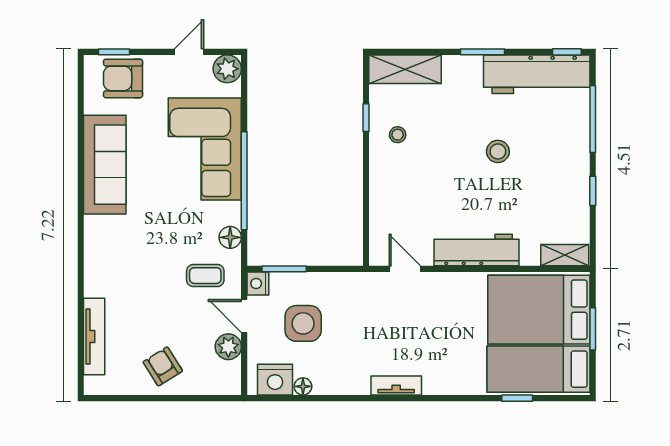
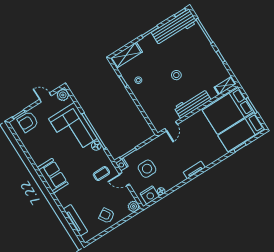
door: (189, 52) -> (45, 98), hinge flipped
stool: (498, 151) -> (176, 75), moved
sofa: (105, 165) -> (53, 176), moved, width x0.73
floor lamp: (230, 237) -> (96, 146), moved
door: (405, 269) -> (171, 126), swing flipped
plant: (228, 347) -> (134, 206), moved

